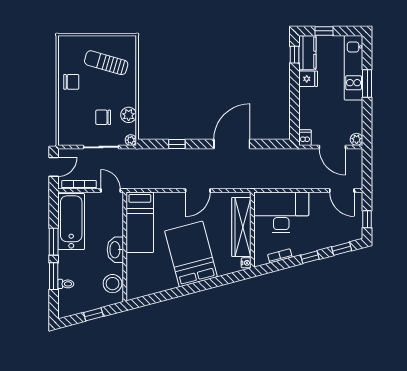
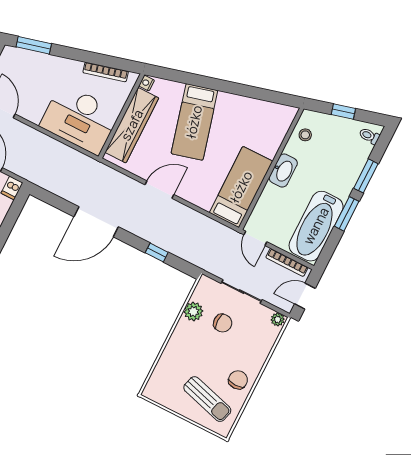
sun lounger: (106, 63) -> (207, 399), moved
chair: (71, 82) -> (238, 380), turned 90
plant: (131, 140) -> (278, 319), moved
window: (342, 249) -> (34, 45), width x1.50
bed: (191, 254) -> (194, 122), width x0.67
bookcase: (280, 256) -> (106, 72), width x1.56
window: (310, 257) -> (73, 54), removed
toilet: (66, 284) -> (369, 136), moved
stool: (113, 284) -> (305, 135), width x0.53, depth x0.53

